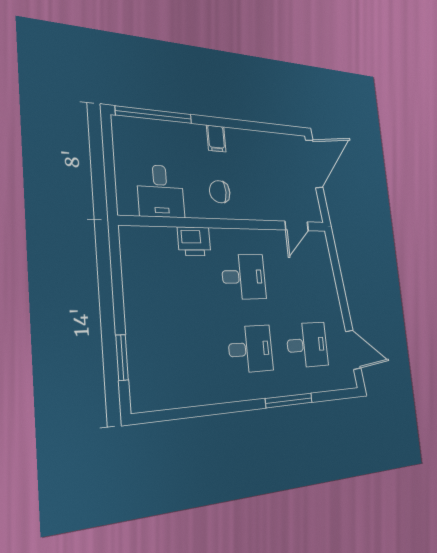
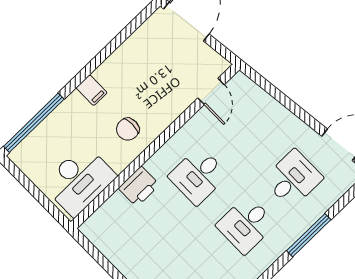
desk: (161, 191) -> (79, 180), width x1.37
desk: (244, 277) -> (198, 176), turned 180
desk: (250, 349) -> (246, 225), turned 180

